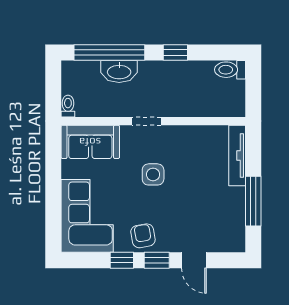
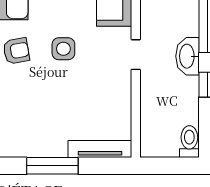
washbasin: (119, 71) -> (188, 56), moved
side table: (153, 174) -> (63, 49), moved

